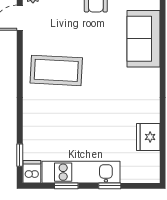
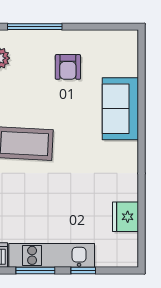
window: (66, 186) -> (35, 271), width x1.50

